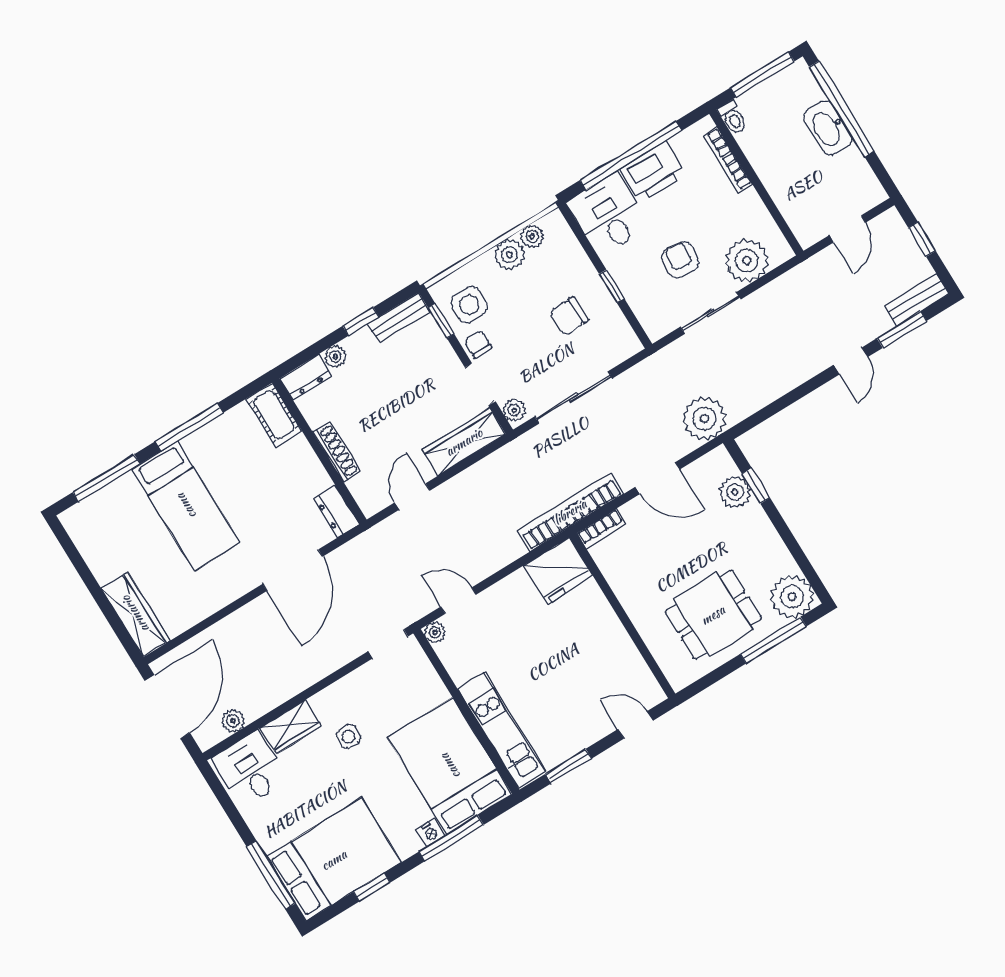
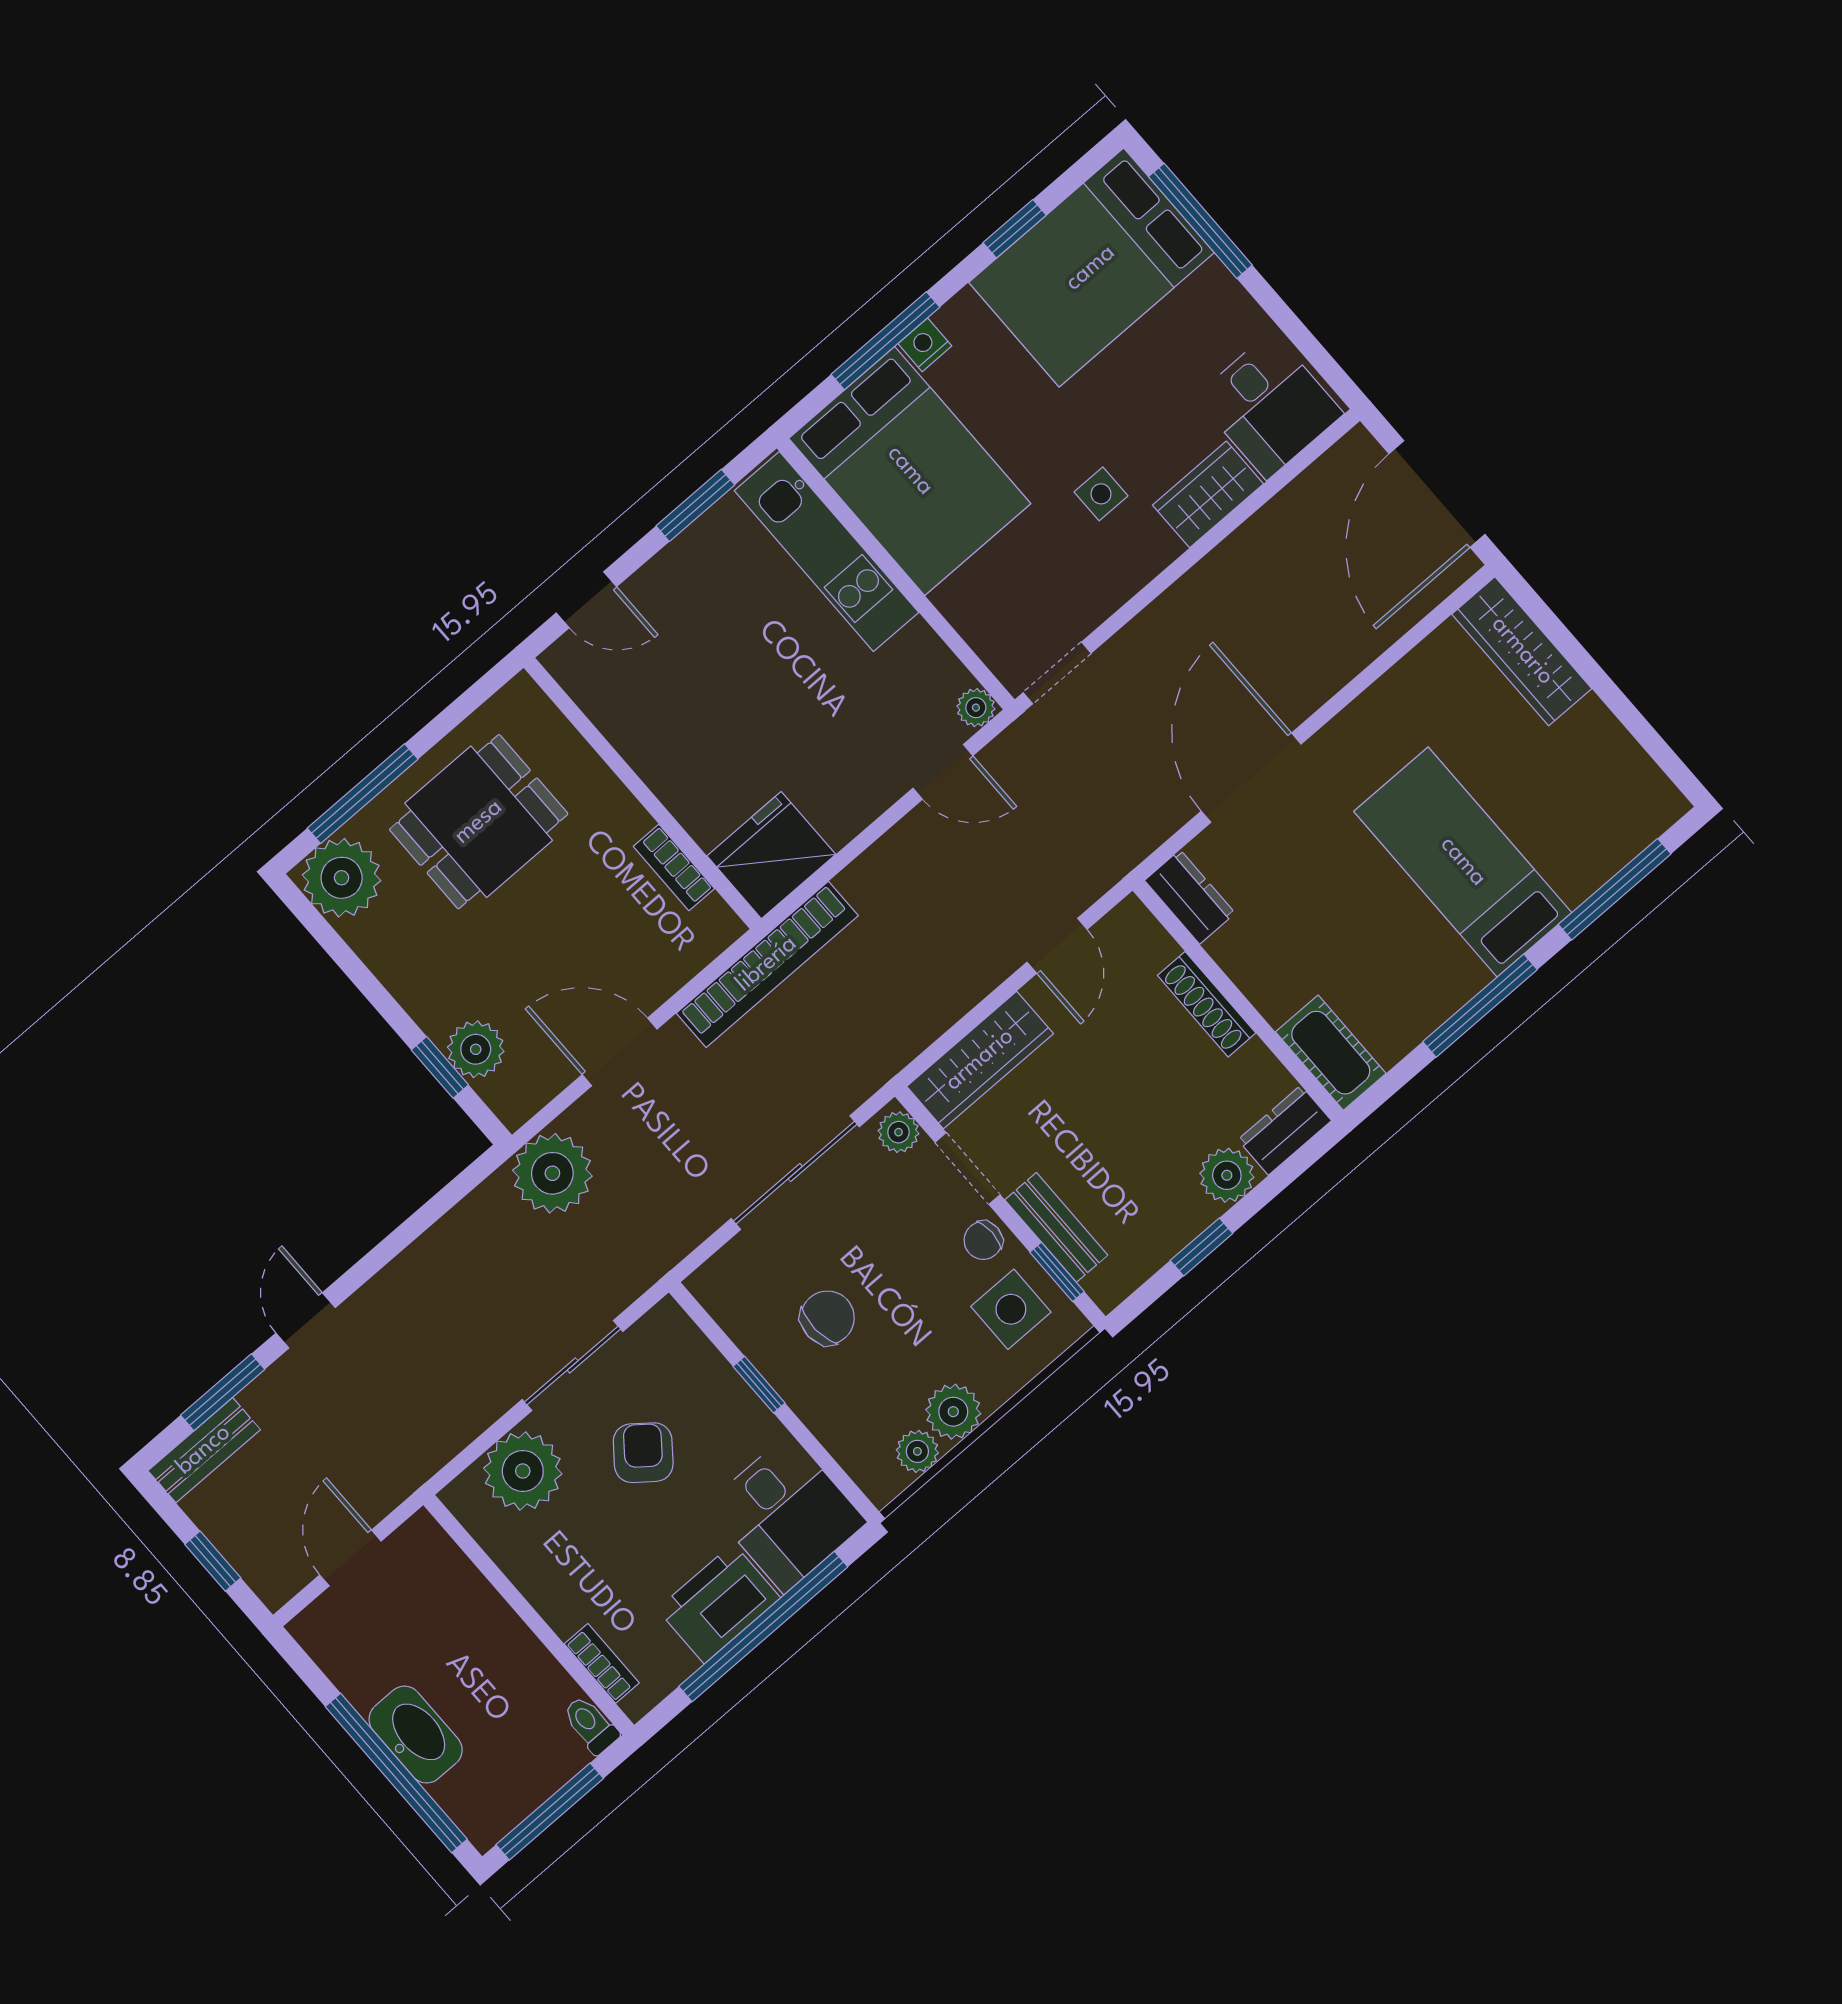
bookcase: (727, 160) -> (602, 1663), width x0.64
armchair: (680, 260) -> (643, 1453), turned -148
bench: (399, 318) -> (1056, 1227), moved, turned 90
chair: (478, 344) -> (983, 1240), turned 90
plant: (335, 357) -> (1227, 1175), width x1.38, depth x1.38
bookcase: (601, 529) -> (674, 867), moved, turned -90
plant: (233, 721) -> (1314, 488), removed

